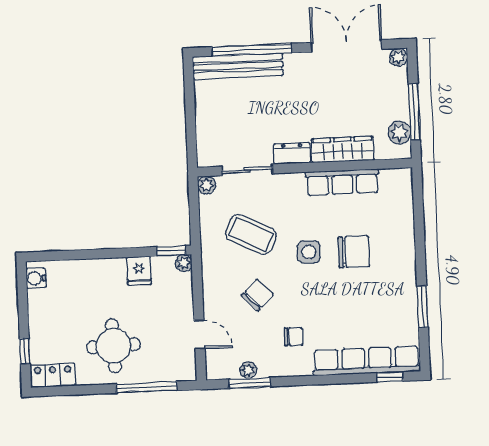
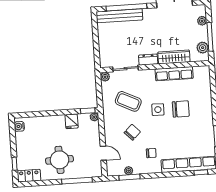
plant: (399, 57) -> (202, 21), moved

